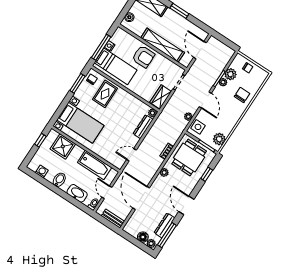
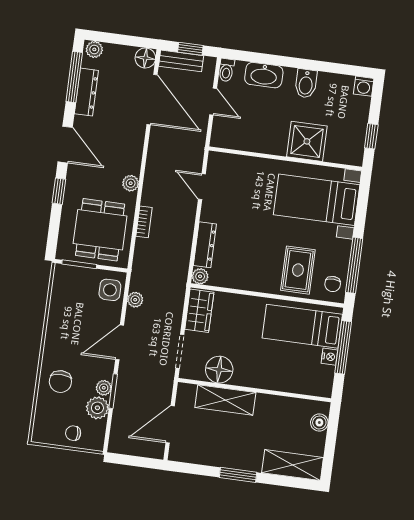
shelving: (163, 45) -> (225, 400), width x0.68
door: (200, 50) -> (170, 424), swing flipped
armchair: (143, 57) -> (262, 366), removed
floor lamp: (165, 65) -> (219, 370), added
window: (77, 83) -> (354, 265), width x1.44
door: (205, 100) -> (120, 342), hinge flipped
plant: (219, 139) -> (63, 286), removed
shower: (63, 146) -> (307, 141), moved
door: (131, 155) -> (202, 187), swing flipped
bathtub: (95, 165) -> (257, 139), removed
washing machine: (42, 172) -> (364, 86), moved
window: (207, 174) -> (59, 191), moved
door: (141, 198) -> (152, 100), moved
window: (106, 222) -> (190, 49), added
floor lamp: (143, 237) -> (145, 58), moved

